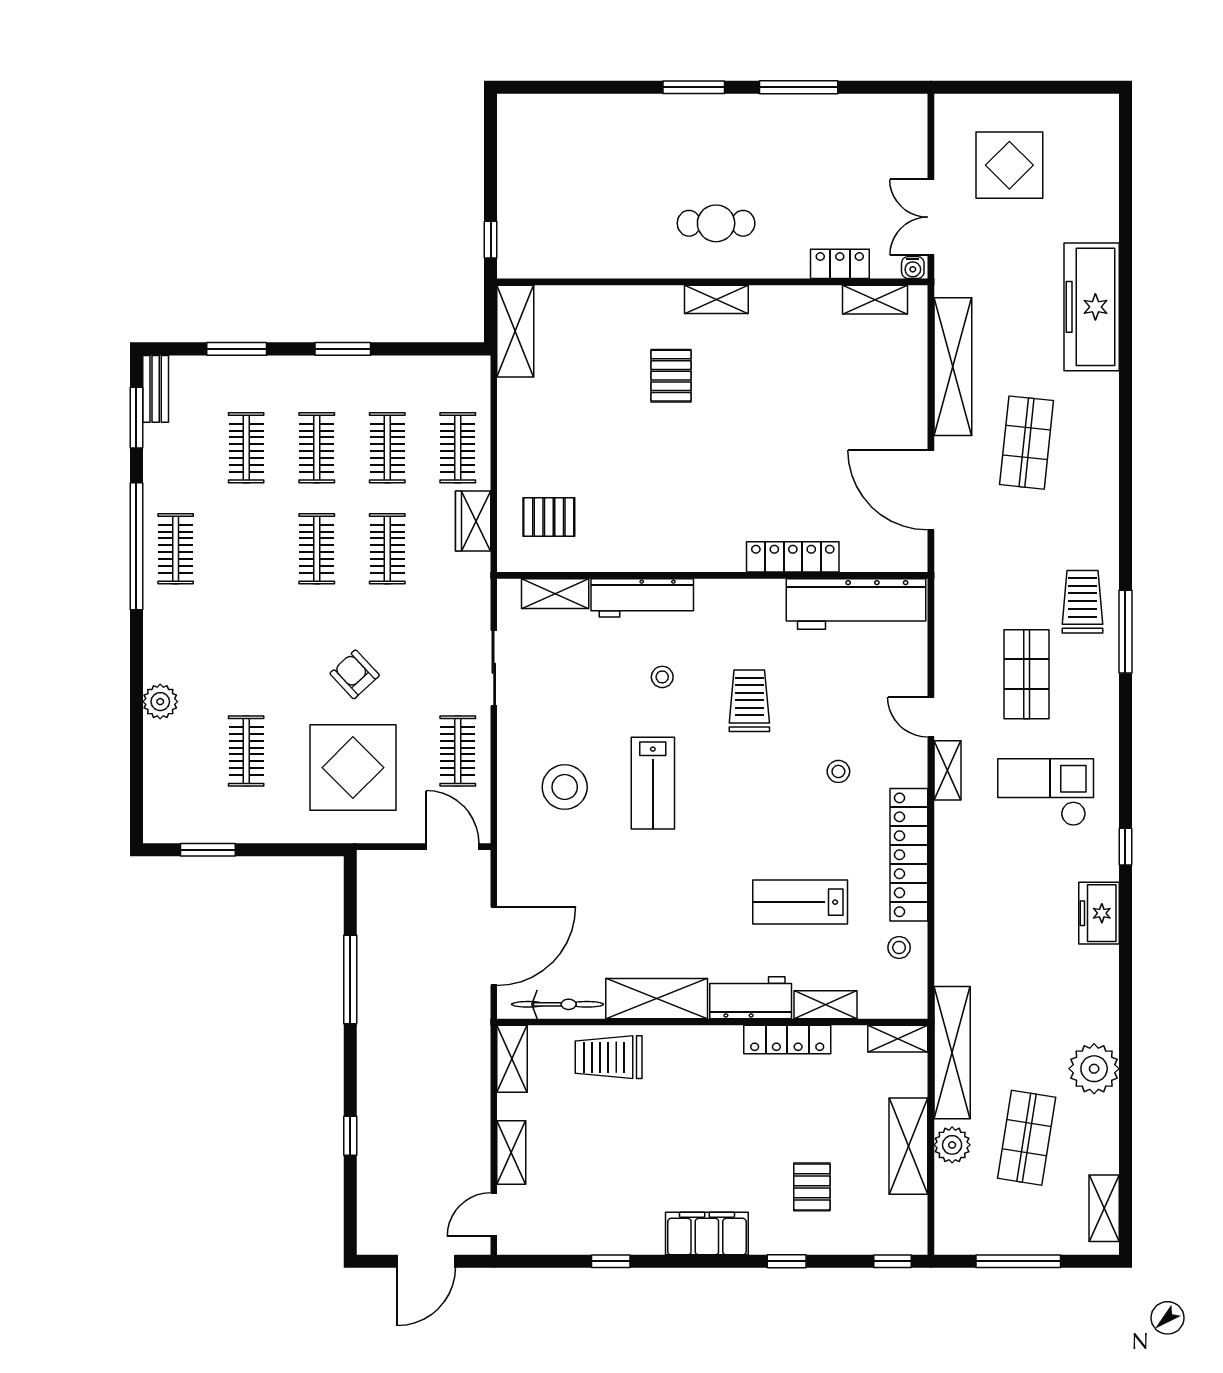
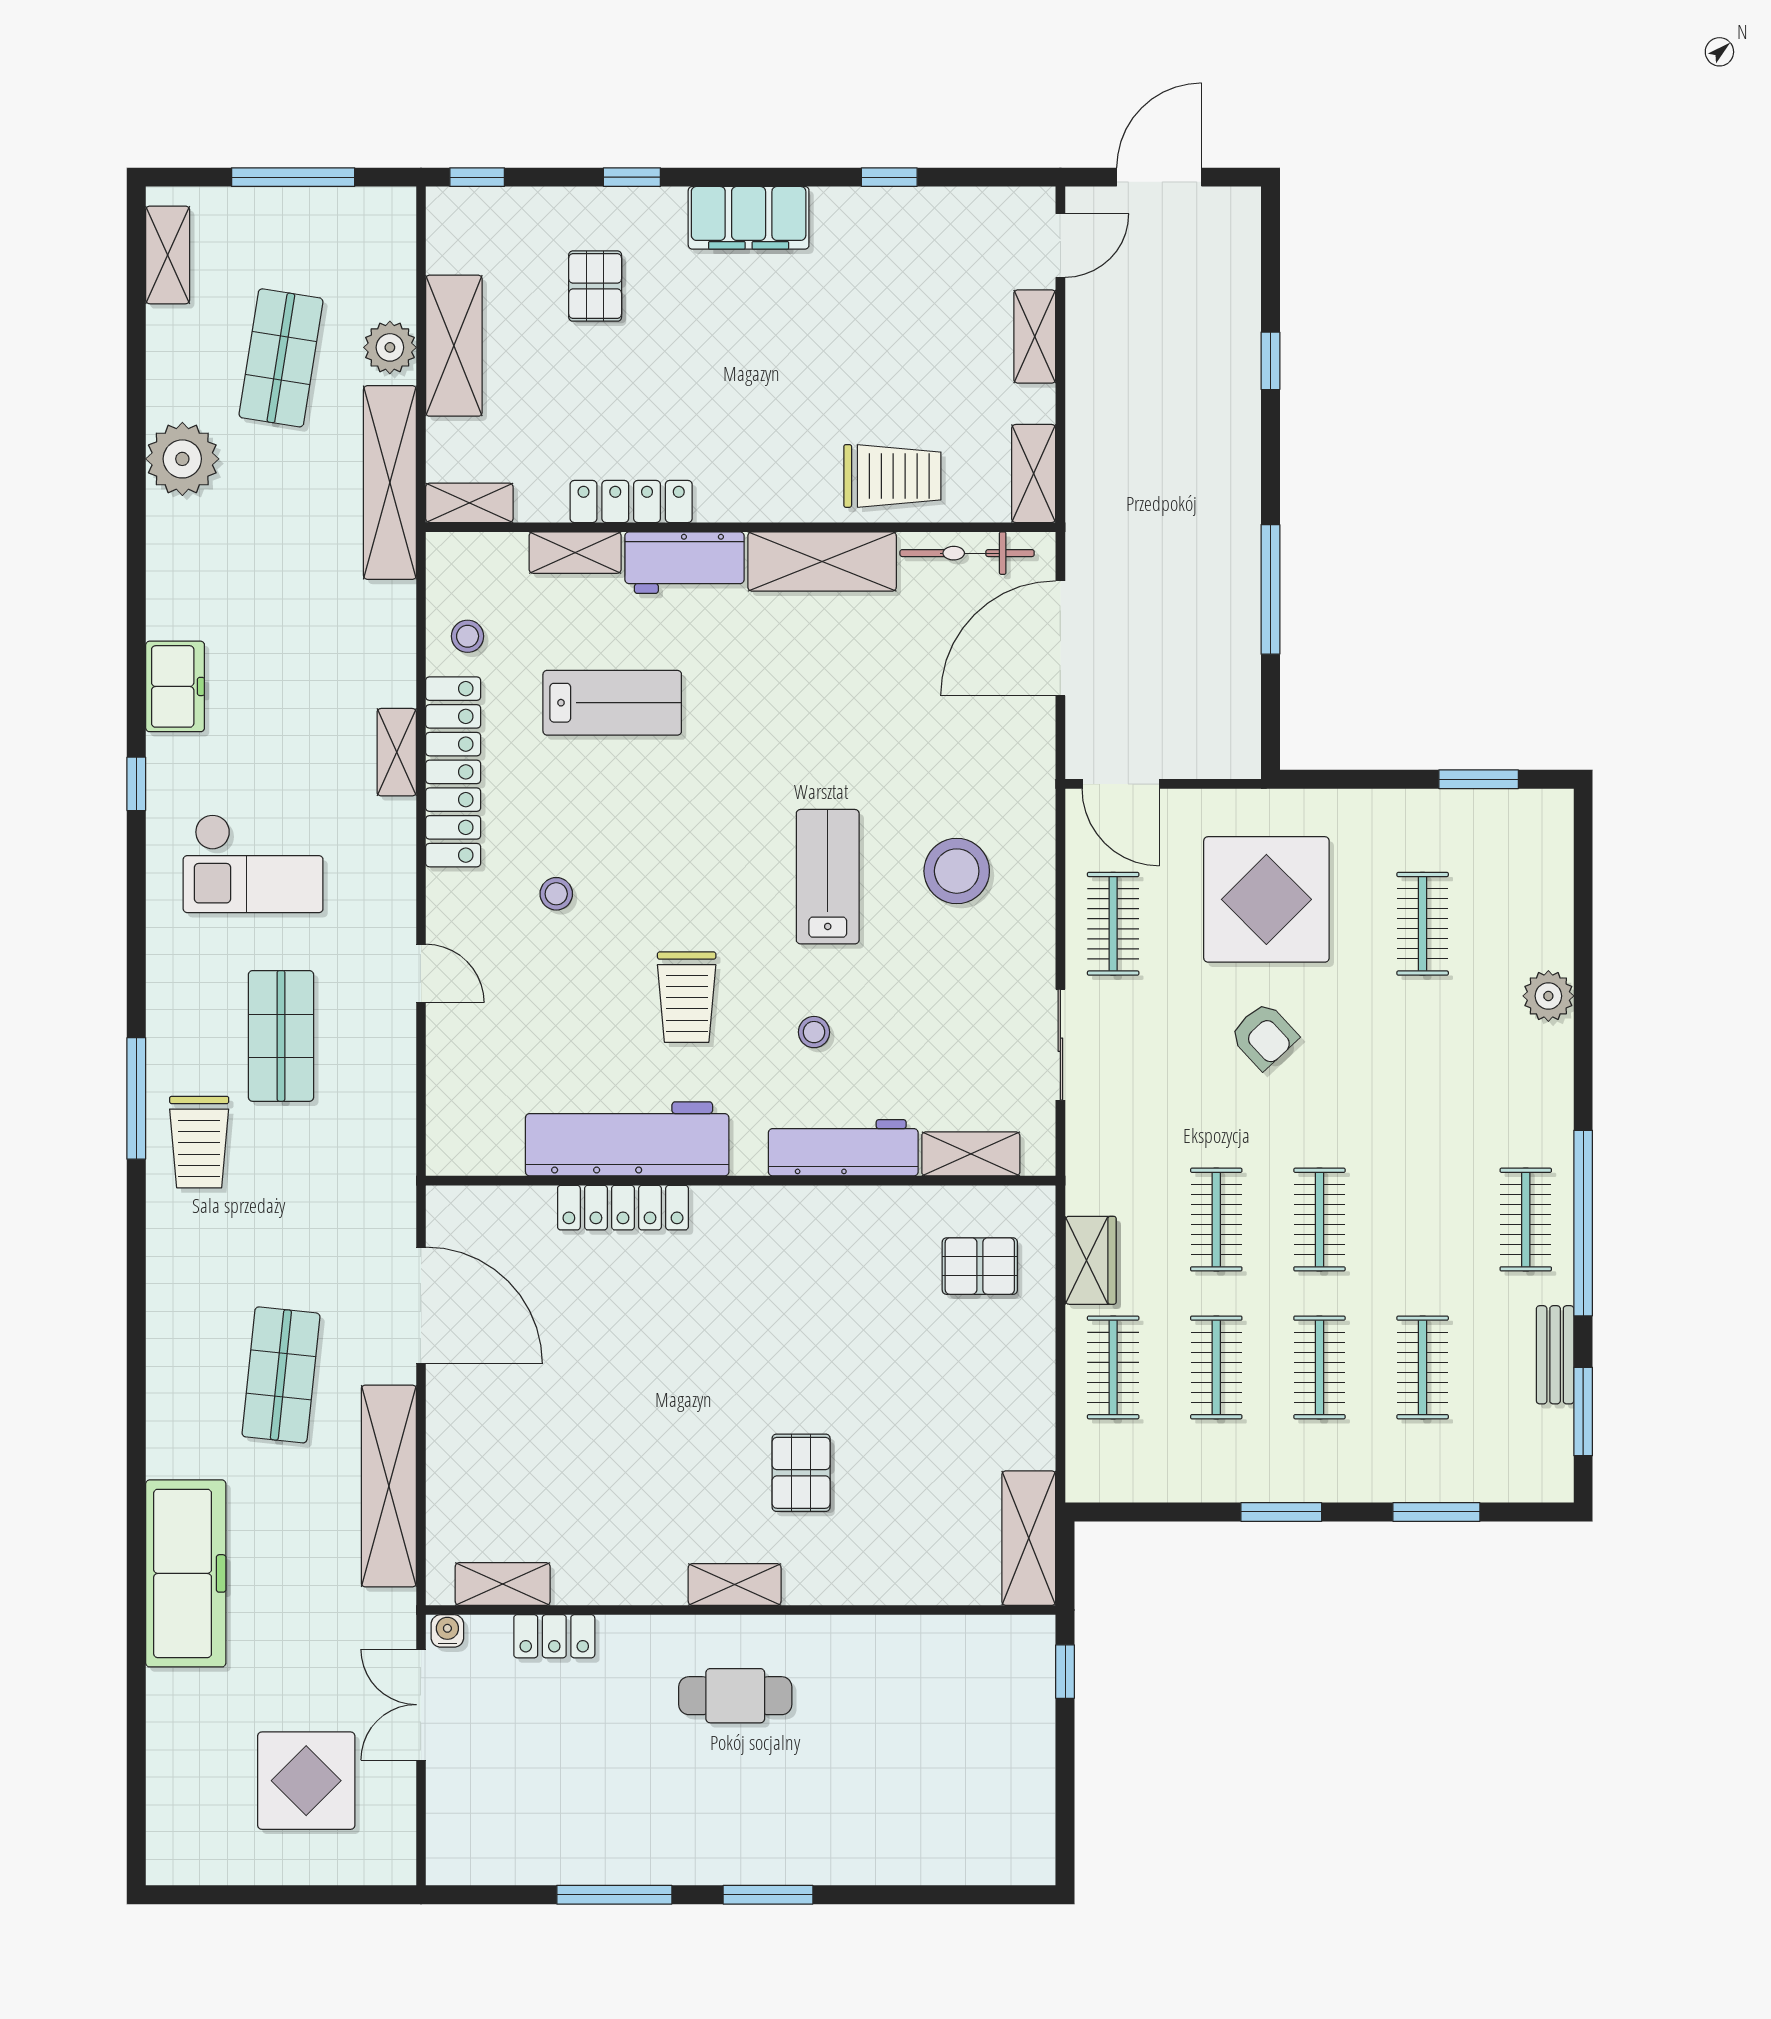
double door: (931, 217) -> (421, 1705), swing flipped
bench: (156, 389) -> (1555, 1355), moved
workbench: (856, 604) -> (627, 1139), moved
shelving: (947, 770) -> (397, 752), moved

